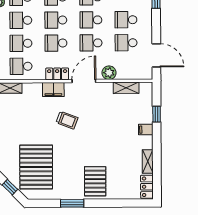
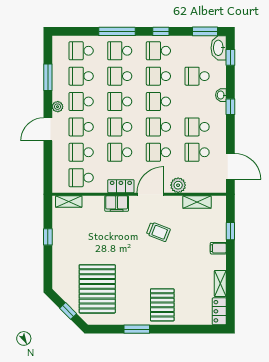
trolley: (67, 120) -> (158, 232), moved

